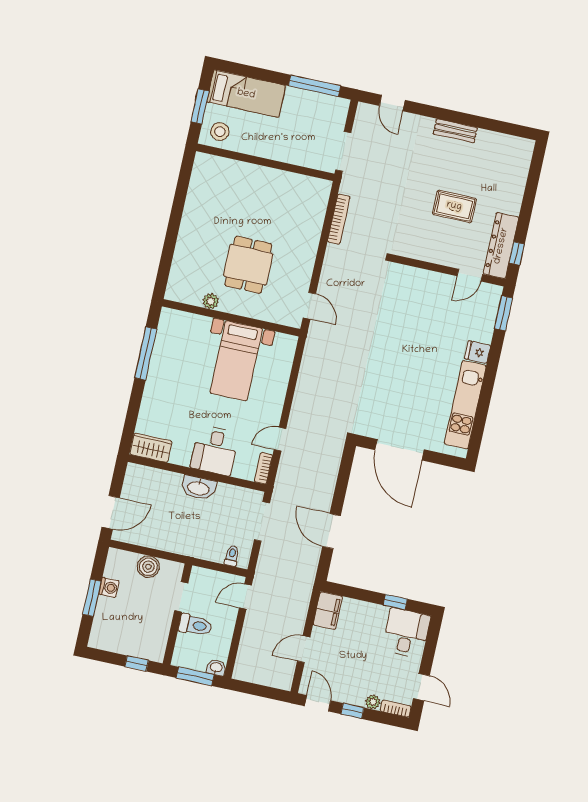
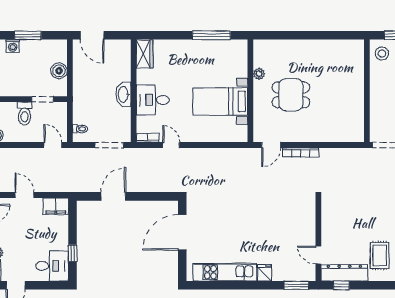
rug: (454, 206) -> (380, 256), moved
bookcase: (339, 219) -> (301, 152), moved
washing machine: (109, 587) -> (13, 46), moved

